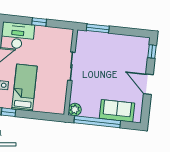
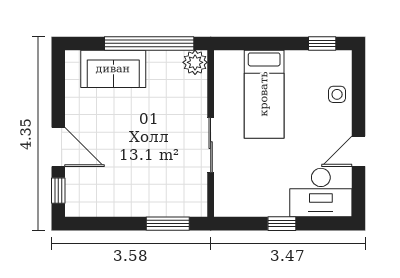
door: (148, 84) -> (58, 147), moved
bed: (24, 88) -> (264, 94), moved

